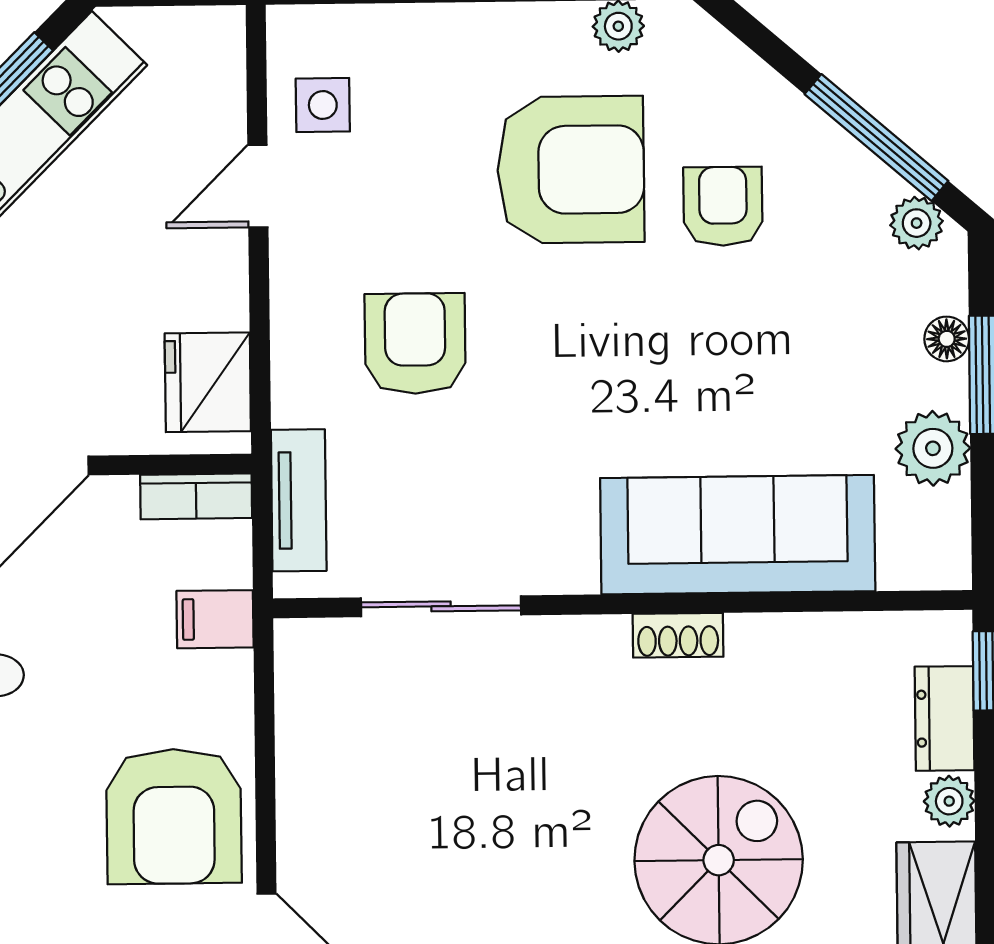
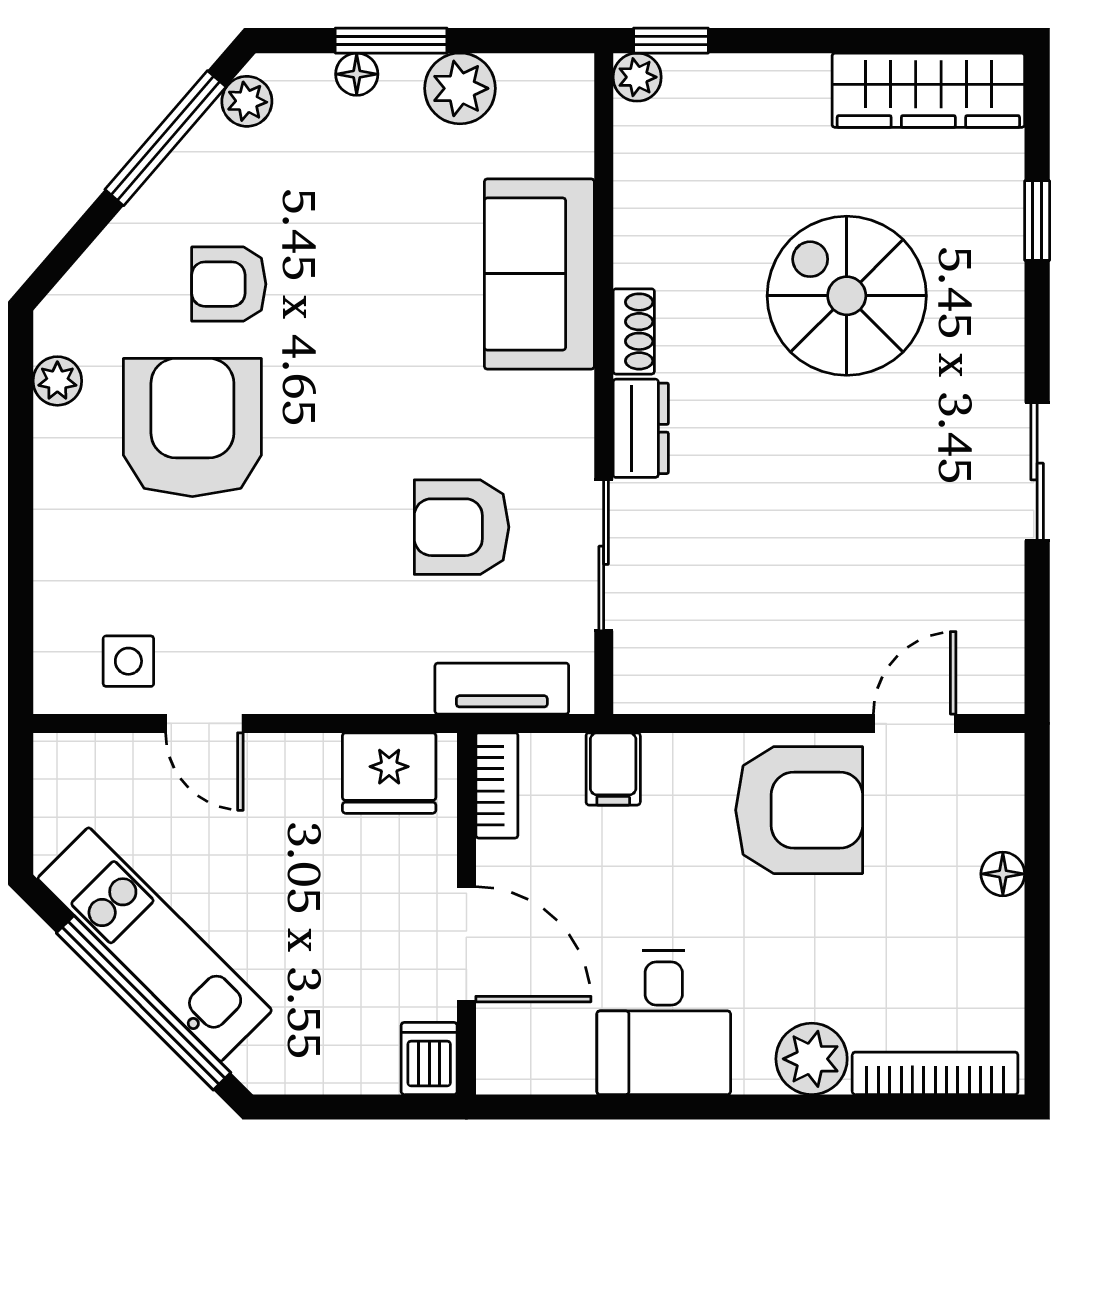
armchair: (415, 343) -> (462, 527), moved
sofa: (738, 535) -> (539, 274), width x0.73
dresser: (944, 718) -> (641, 428), moved, turned -90
plant: (949, 801) -> (637, 77), moved

